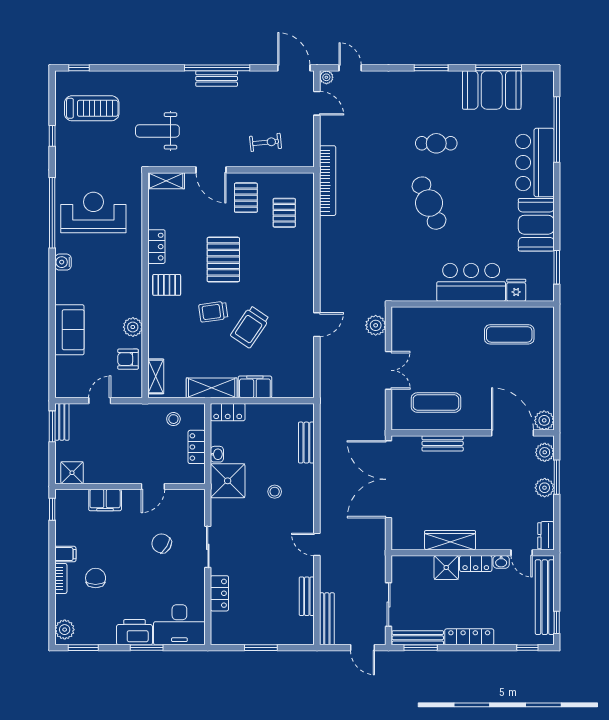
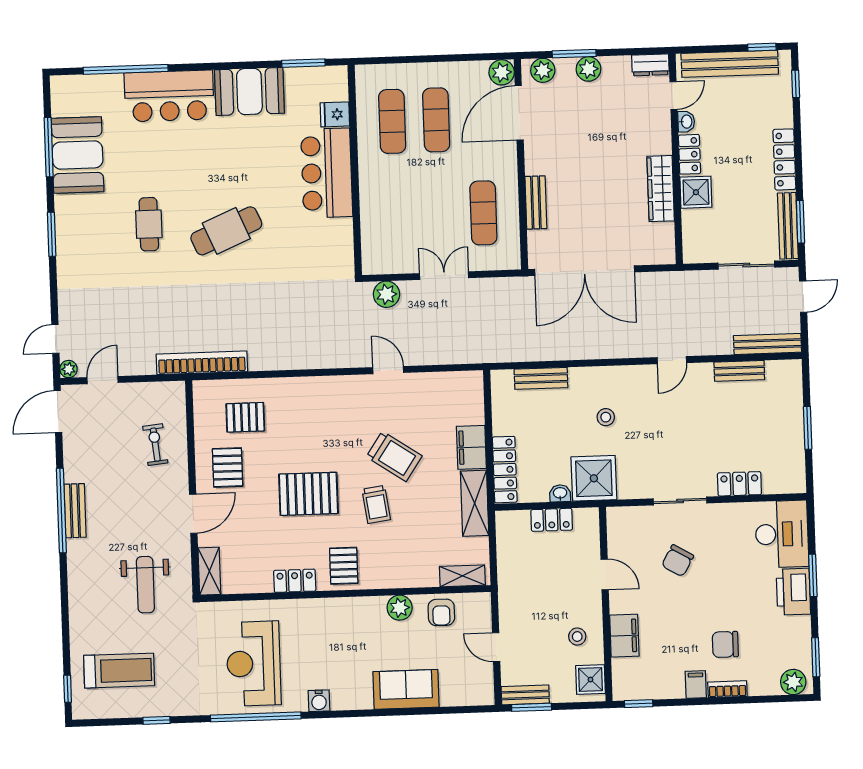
treadmill: (92, 108) -> (119, 671), turned 90
pallet: (246, 198) -> (228, 467), turned 90
exercise mat: (509, 368) -> (436, 120), added
locker: (228, 412) -> (505, 470), width x1.53
stool: (173, 419) -> (577, 637), moved

